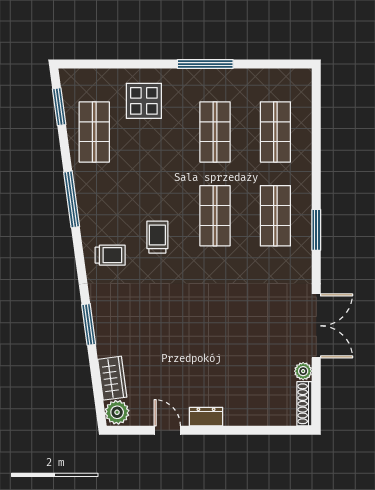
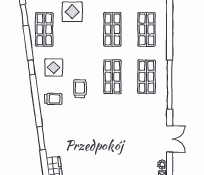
window: (72, 199) -> (31, 67), width x0.46
display table: (111, 199) -> (54, 68), added
window: (316, 230) -> (170, 85), width x2.11
double door: (316, 326) -> (170, 139), width x0.73

